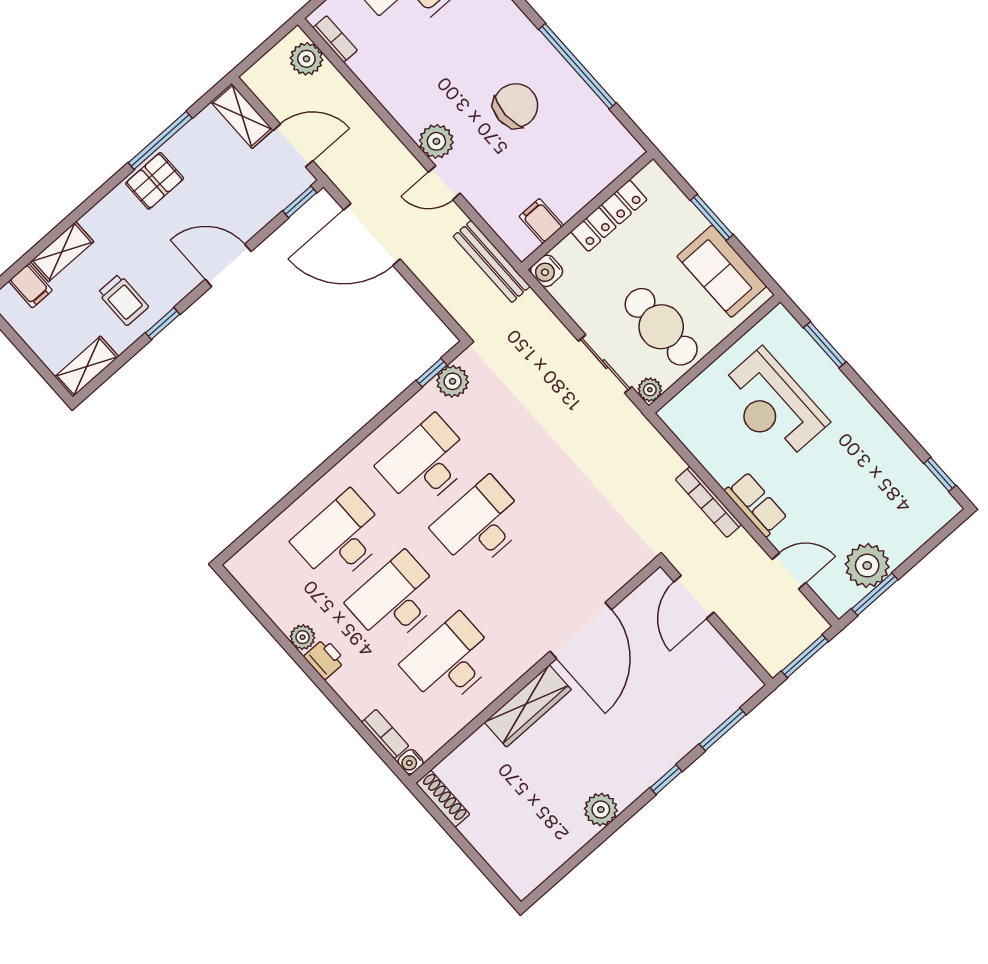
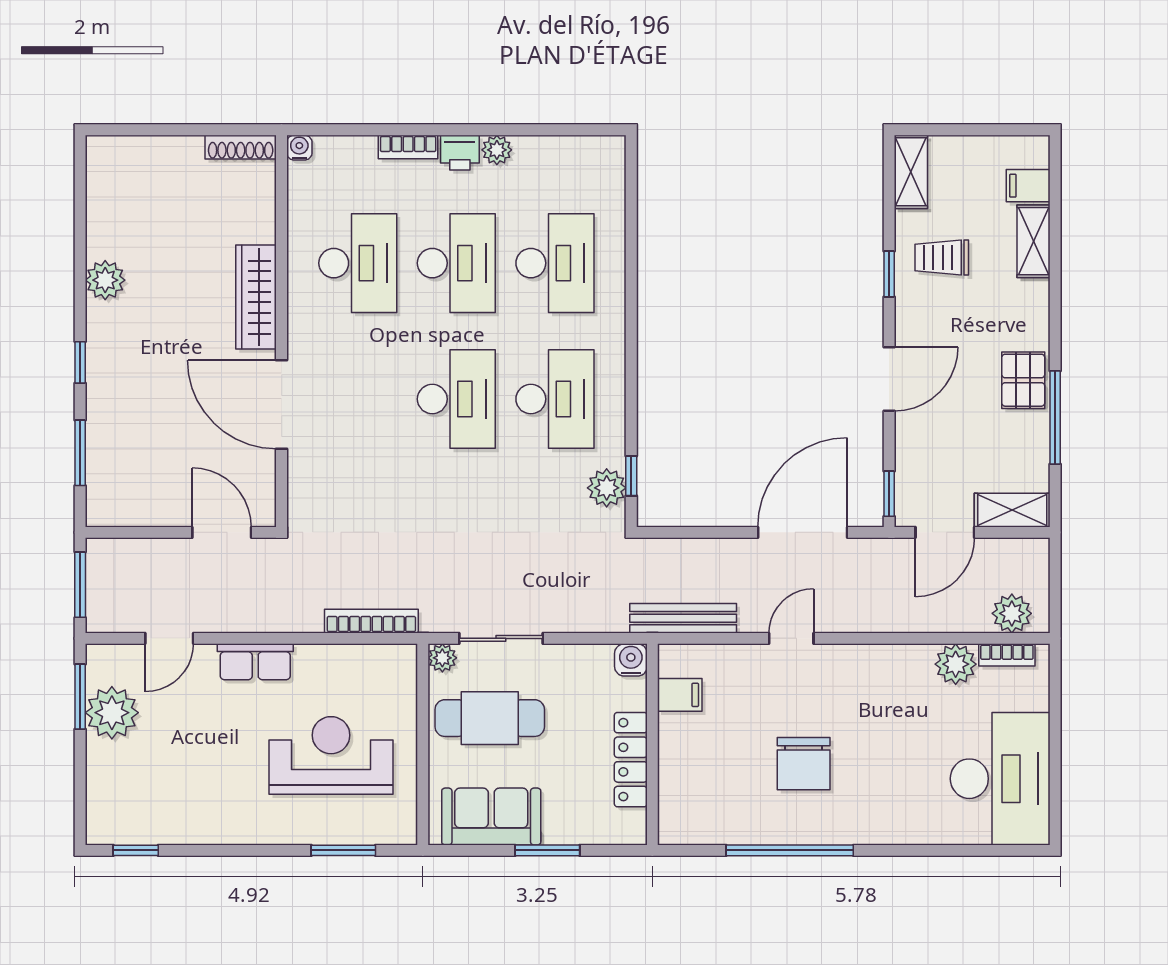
plant: (436, 141) -> (956, 664), moved
bookcase: (709, 502) -> (371, 621), moved
bookcase: (385, 734) -> (408, 147), moved

